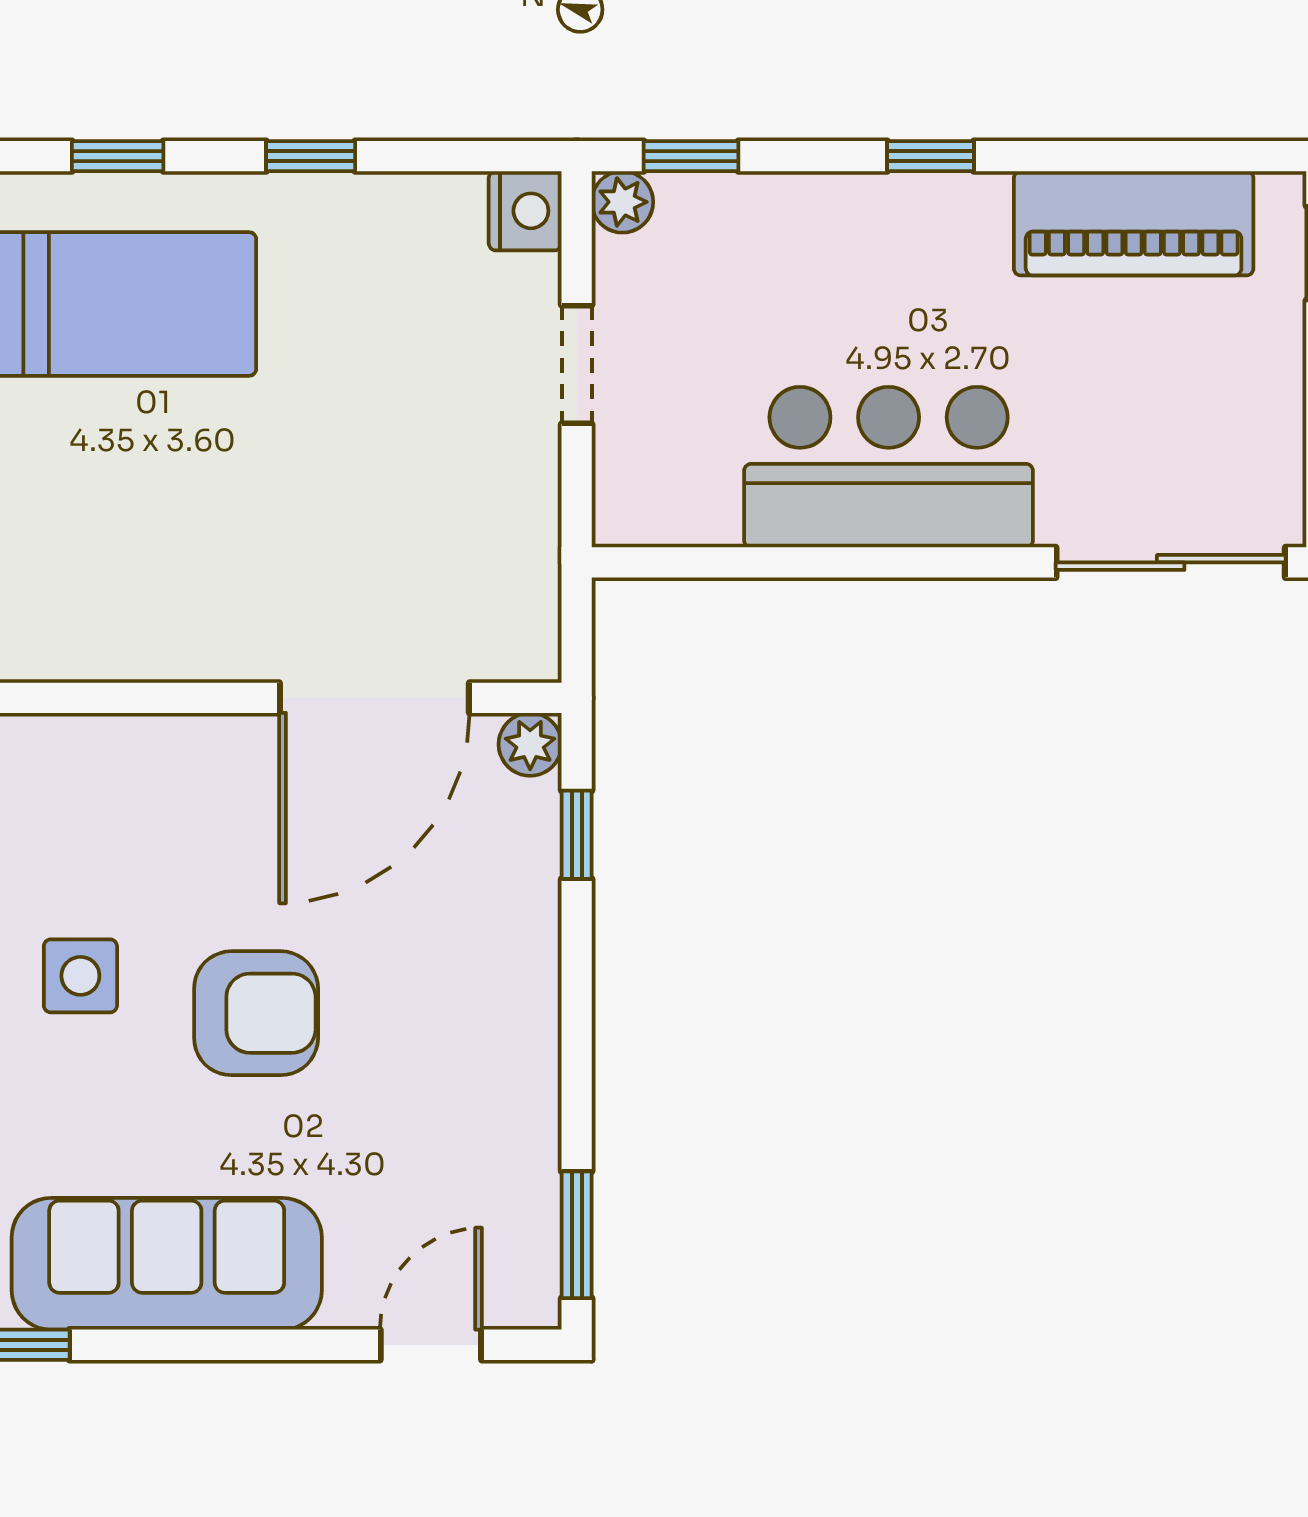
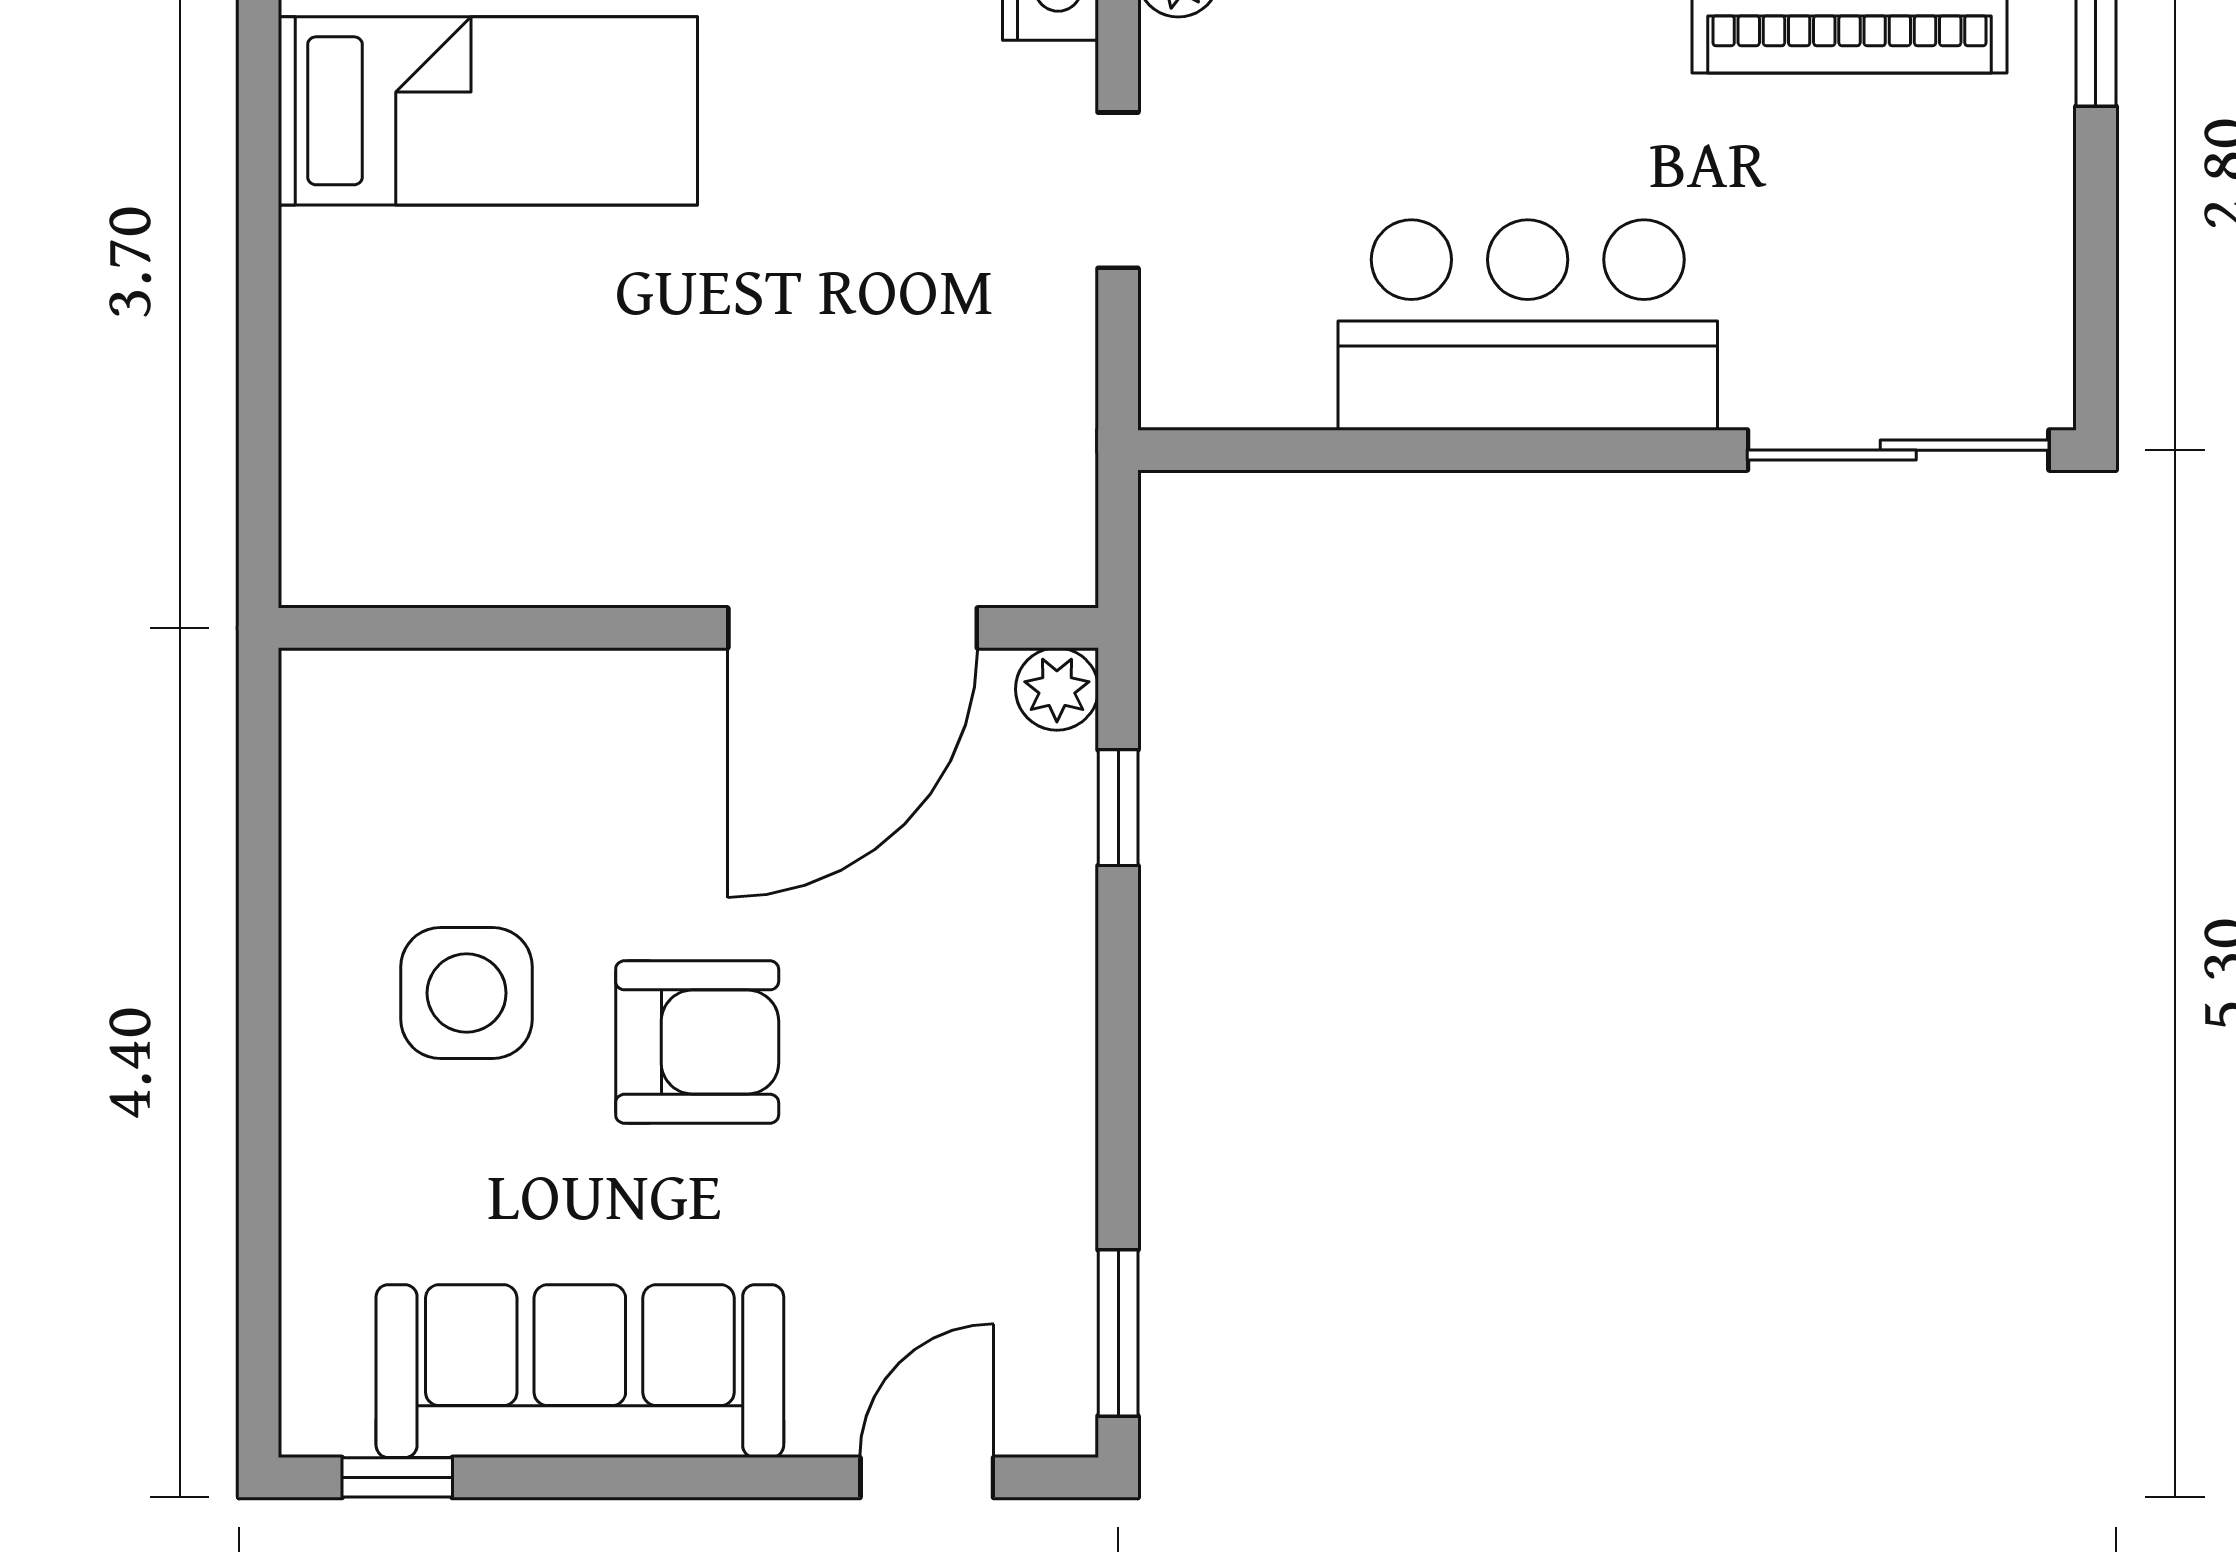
side table: (80, 976) -> (467, 993), width x1.37, depth x1.37

